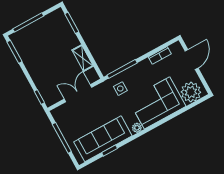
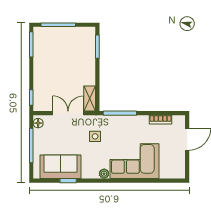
shelving: (83, 58) -> (90, 99), moved
side table: (120, 89) -> (95, 136), moved
plant: (191, 92) -> (170, 168), removed
floor lamp: (57, 116) -> (38, 123), added
sofa: (103, 139) -> (60, 167), width x0.73

